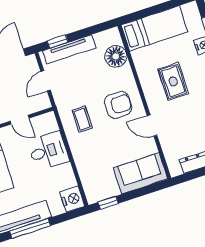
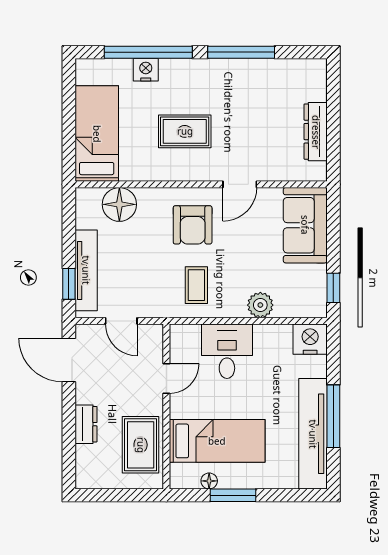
armchair: (118, 105) -> (193, 225), turned 180
coffee table: (82, 119) -> (196, 285), turned 90
plant: (83, 162) -> (260, 305), added

